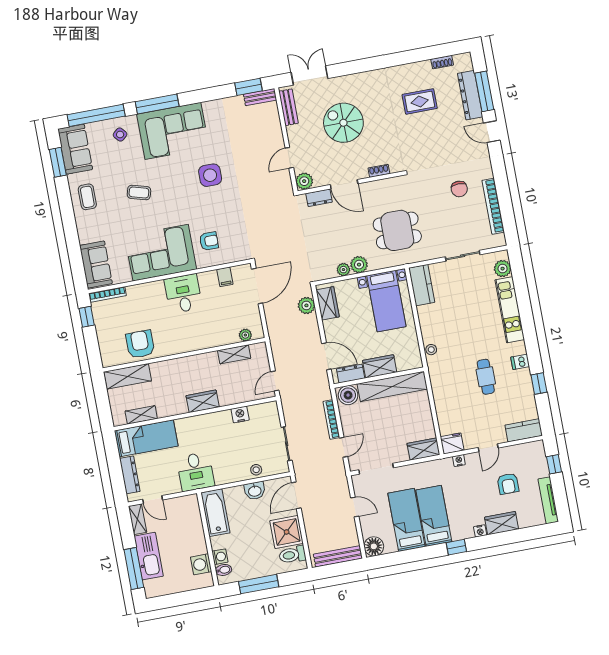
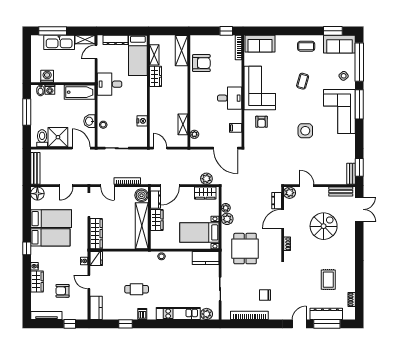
wardrobe: (203, 401) -> (156, 76), moved
wardrobe: (423, 449) -> (96, 234), width x1.50

